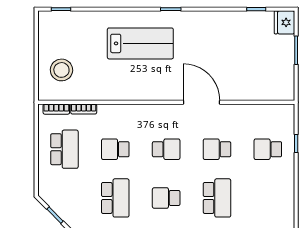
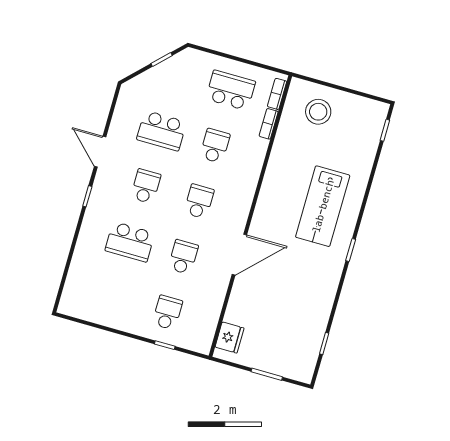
fridge: (284, 22) -> (230, 338), moved, turned 90
school desk: (64, 149) -> (231, 90), turned 180
school desk: (166, 149) -> (199, 201), turned 180

